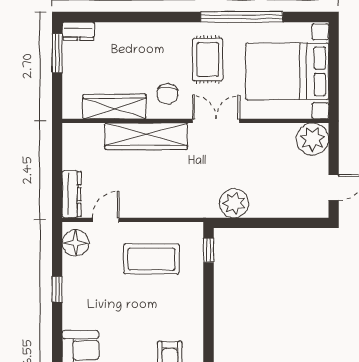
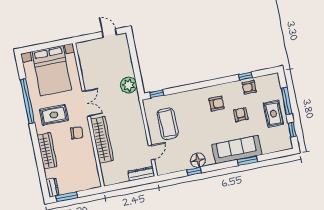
wardrobe: (114, 107) -> (47, 151), moved, turned 180
double door: (216, 121) -> (86, 104), swing flipped
plant: (312, 139) -> (86, 50), removed
door: (106, 220) -> (151, 152), swing flipped
floor lamp: (75, 243) -> (198, 160), moved

